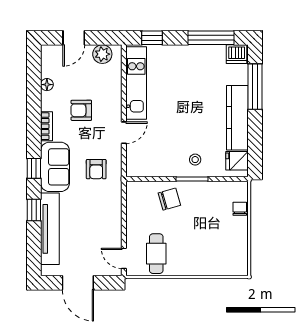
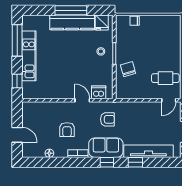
plant: (102, 54) -> (28, 115), removed
dishwasher: (237, 54) -> (99, 92), moved, turned -90
kitchen unit: (136, 83) -> (29, 56), moved, turned 90
window: (255, 87) -> (71, 10), moved

